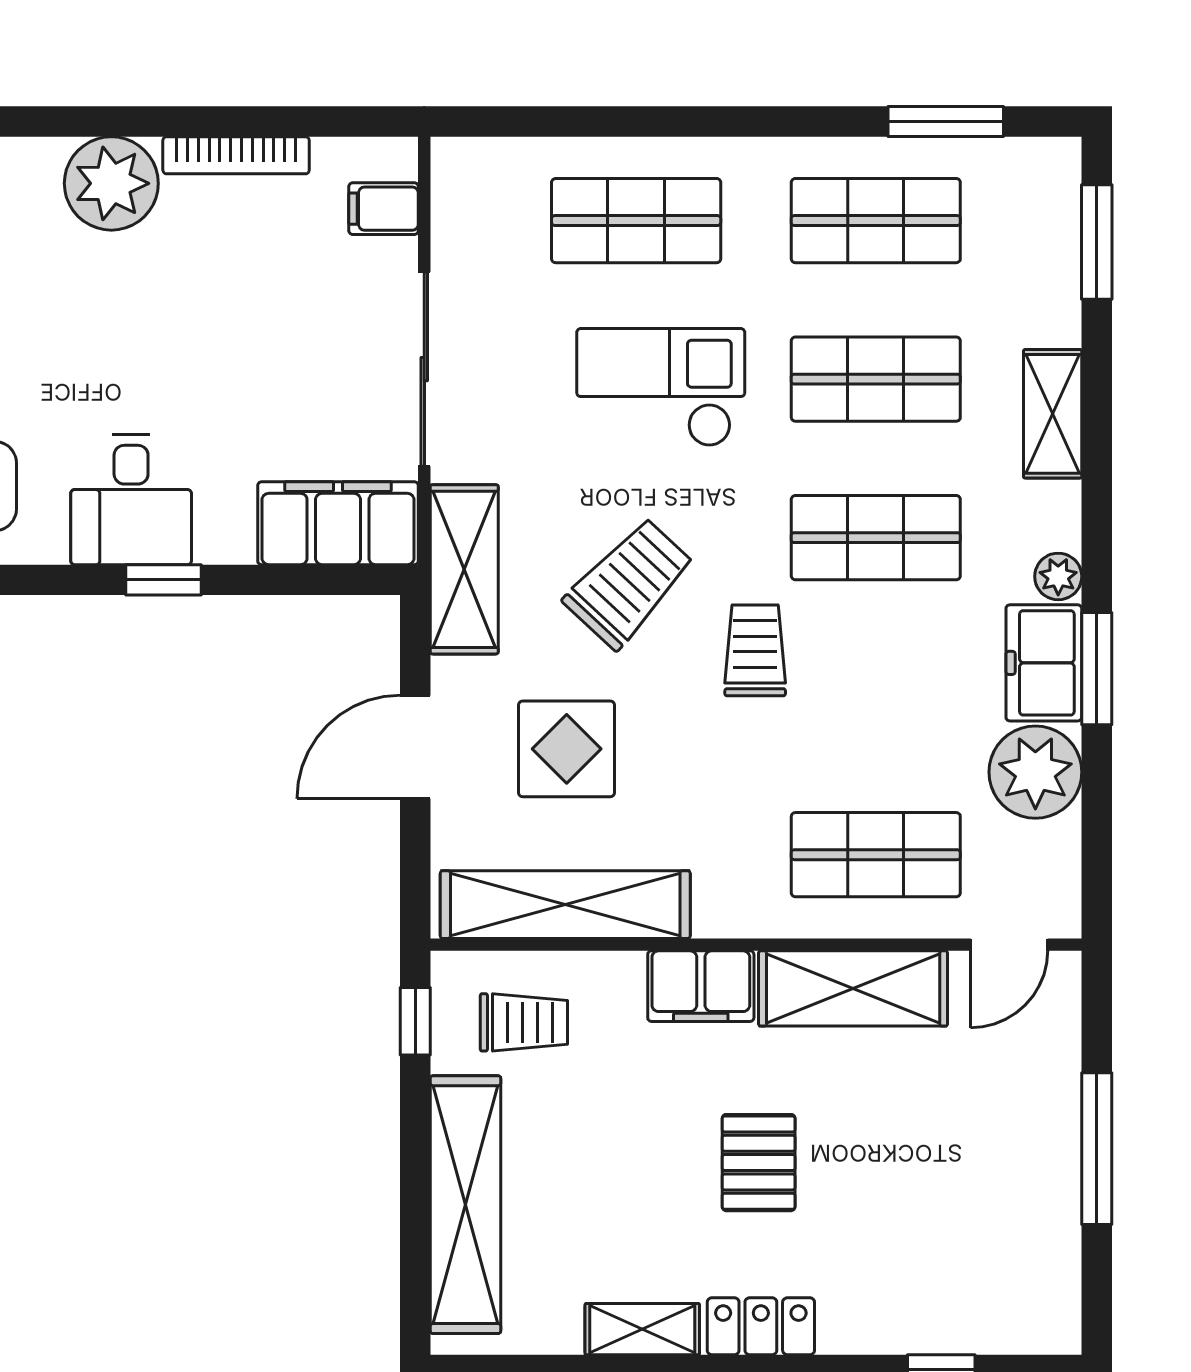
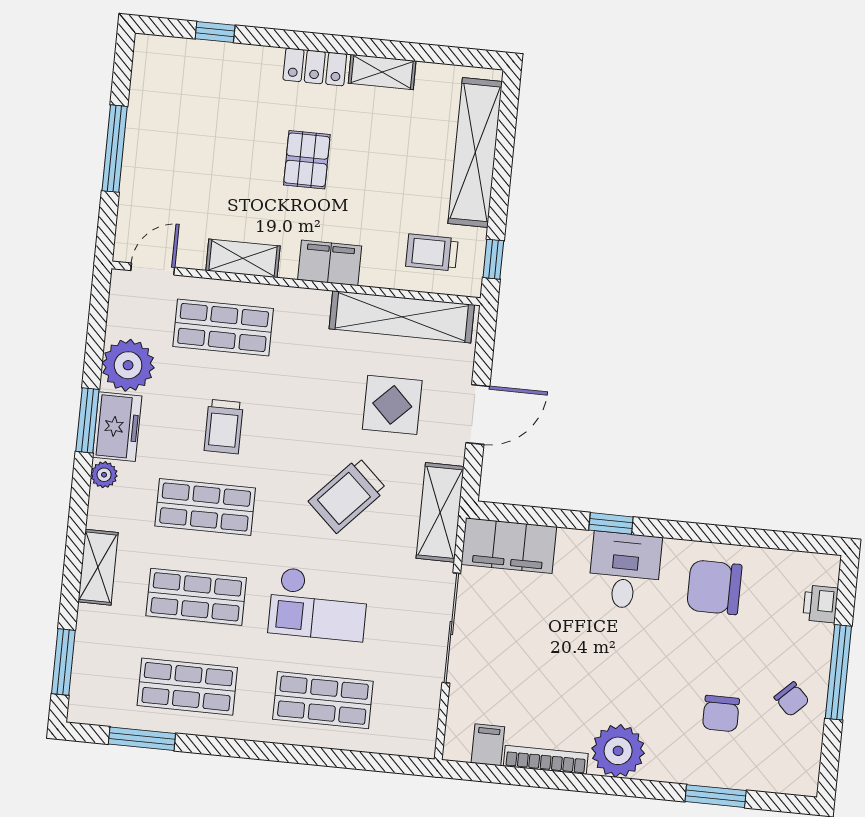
filing cabinet: (384, 209) -> (488, 745), moved, turned -90
trolley: (755, 650) -> (224, 427), moved
shelving: (853, 988) -> (243, 258), width x0.67, depth x0.75

